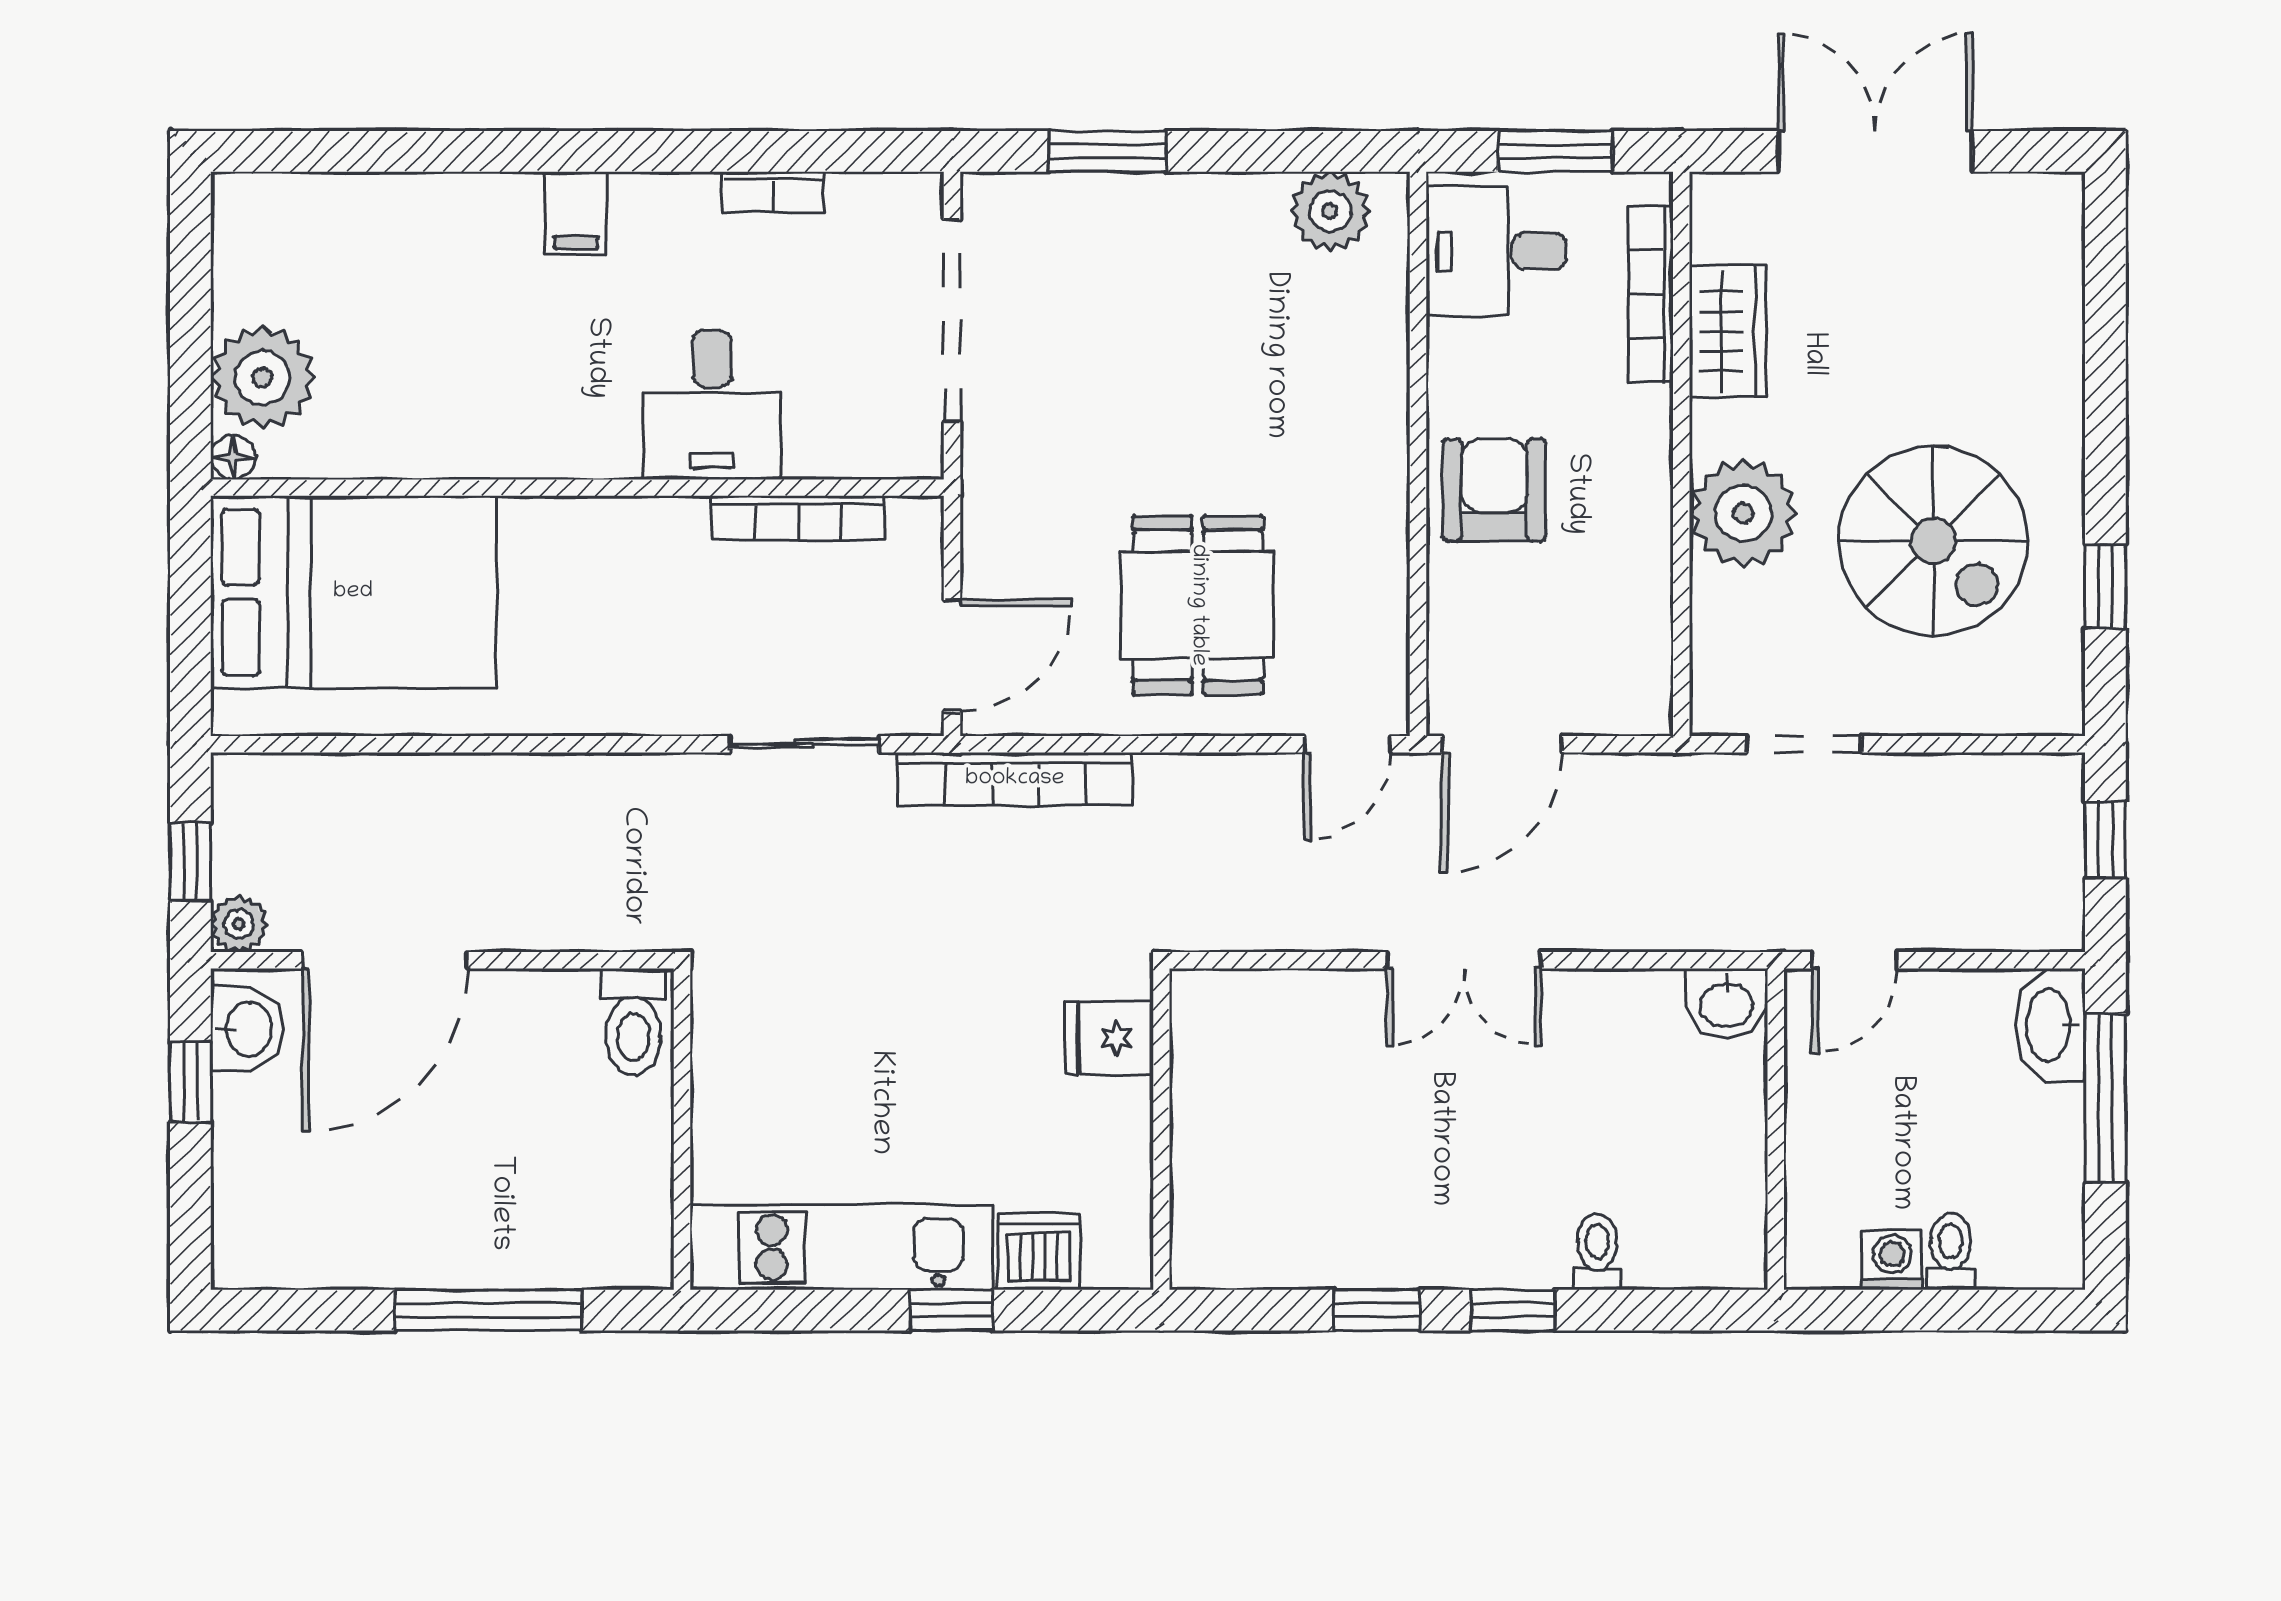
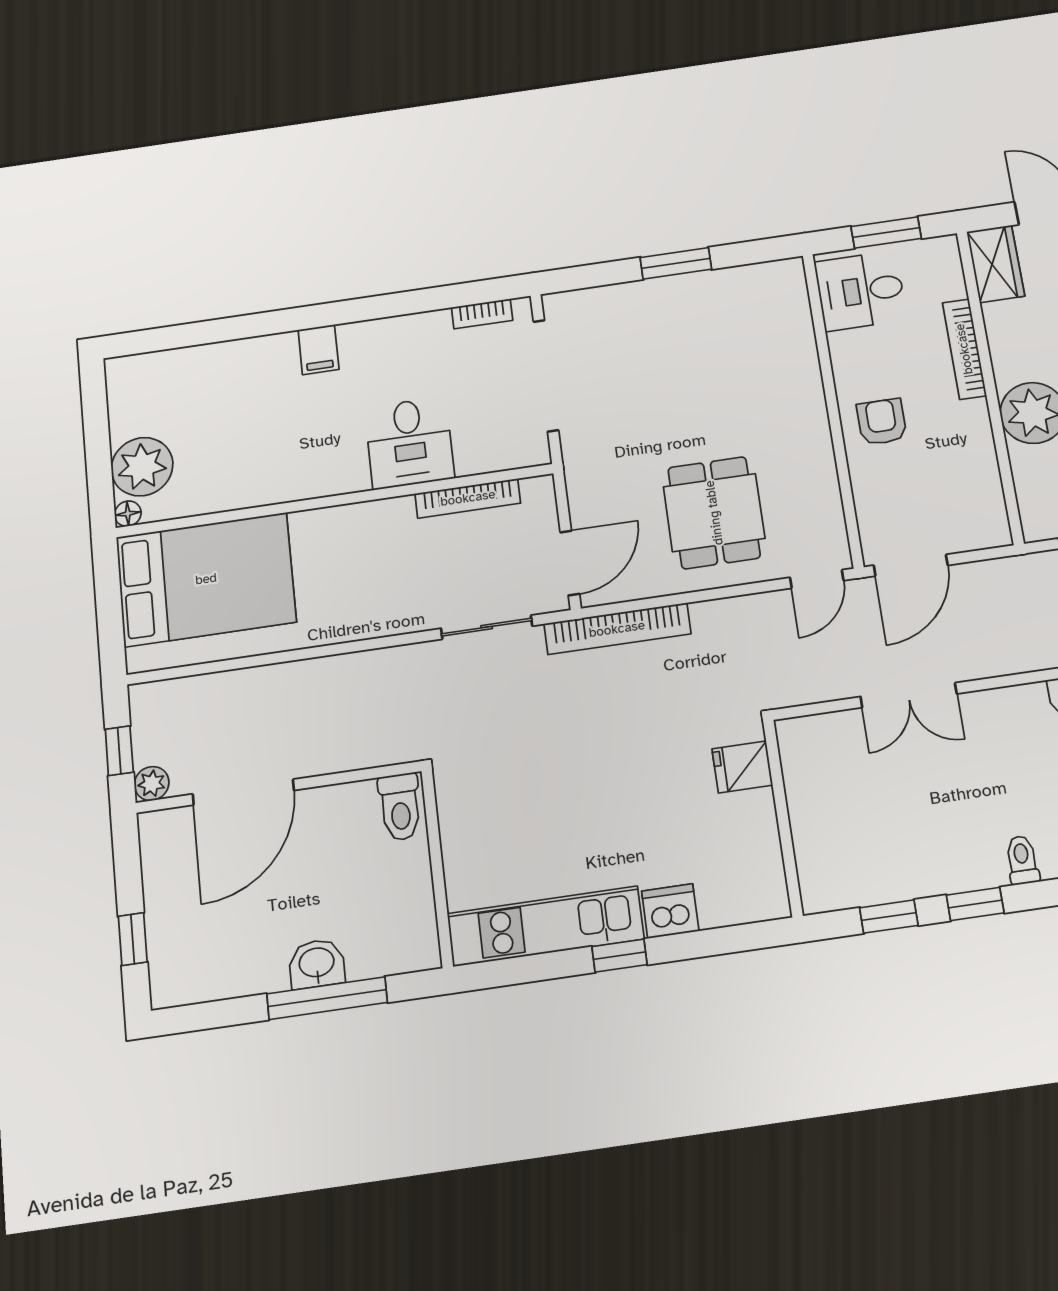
window: (1108, 151) -> (676, 263), moved
bookcase: (773, 192) -> (482, 314), moved
plant: (1330, 211) -> (760, 284), removed
bookcase: (1651, 294) -> (964, 349), moved
wardrobe: (1728, 331) -> (996, 264), moved
armchair: (1494, 490) -> (882, 422), width x0.72, depth x0.72
washbasin: (247, 1029) -> (317, 964), moved, turned -90
fridge: (1109, 1038) -> (742, 767), moved
window: (190, 1082) -> (133, 939), moved
wall: (1161, 1129) -> (783, 818), moved

